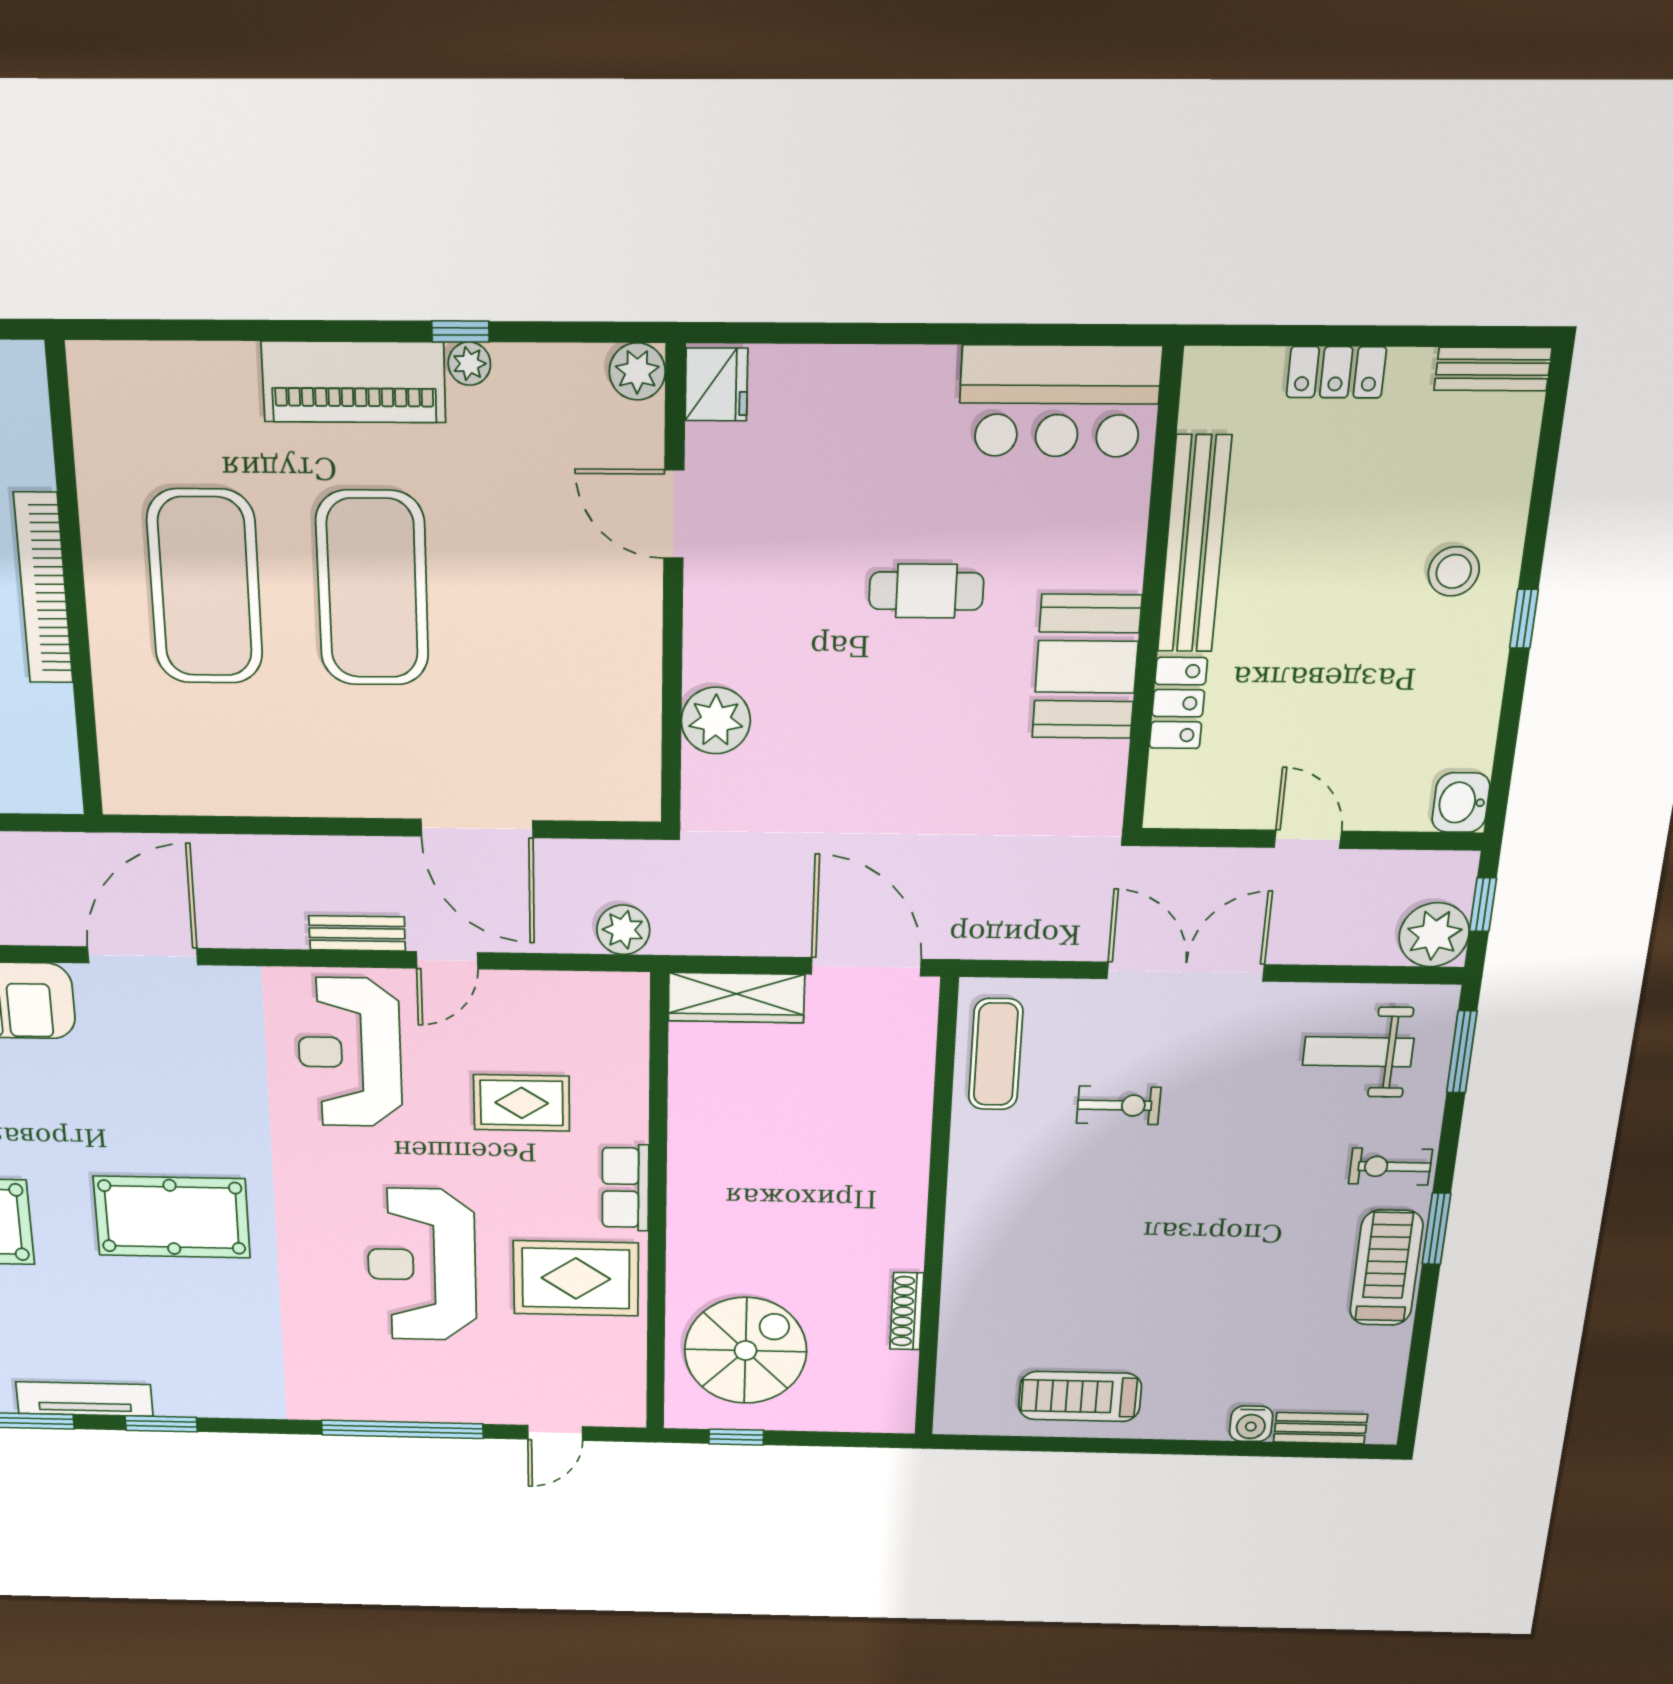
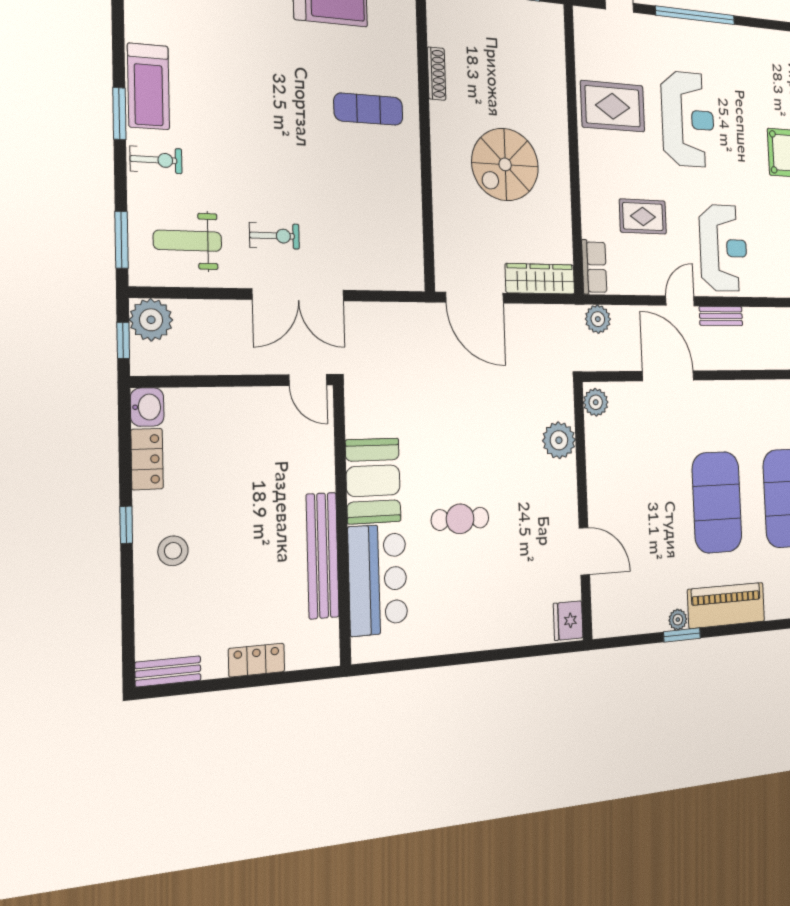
window: (460, 331) -> (682, 635), width x1.50
plant: (637, 371) -> (596, 402), moved
bar counter: (1059, 401) -> (378, 579), moved, turned 90
locker: (1178, 703) -> (147, 459), moved, turned 180
door: (1308, 839) -> (308, 380), moved
weight bench: (1358, 1052) -> (188, 241), turned 180
exercise mat: (996, 1054) -> (368, 109), moved, turned 90
exercise bike: (1119, 1105) -> (274, 236), moved, turned 180
row of seats: (625, 1188) -> (594, 267), moved
spiral stairs: (746, 1351) -> (505, 164), moved

